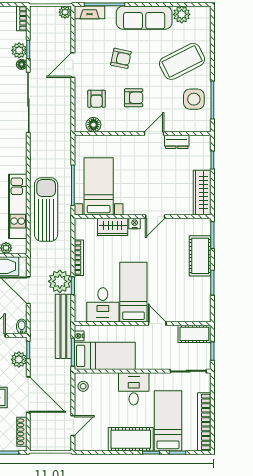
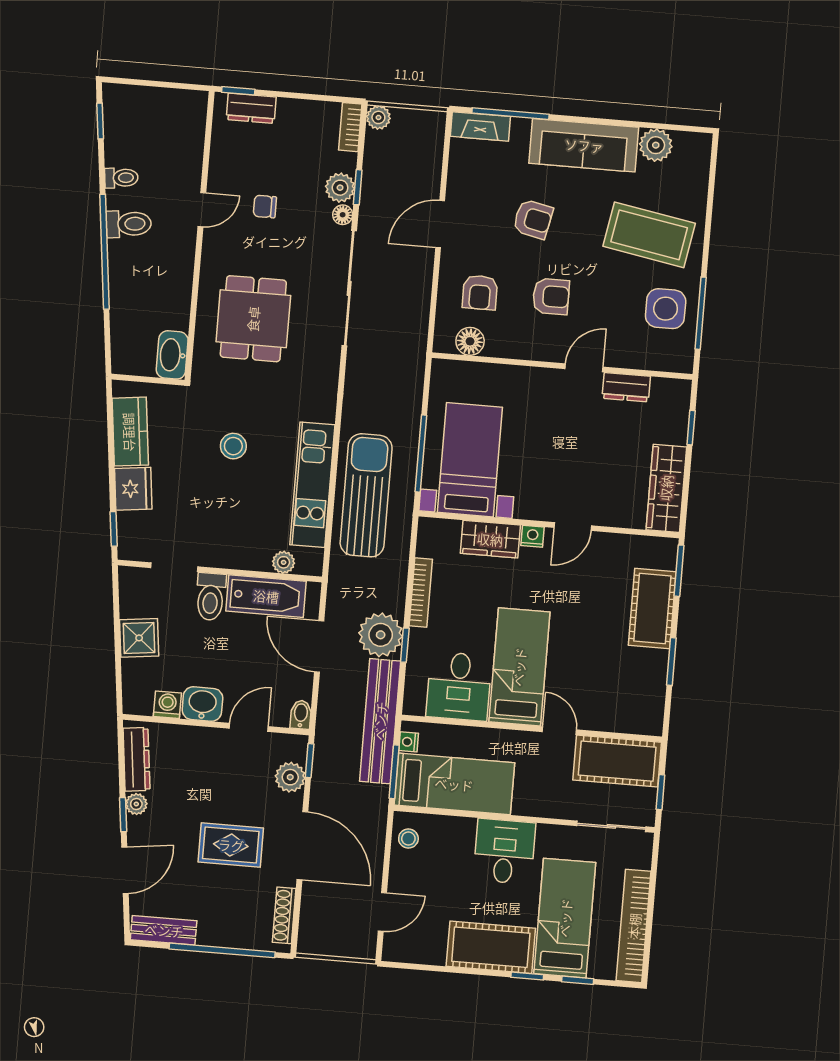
plant: (65, 12) -> (378, 117), moved
coffee table: (182, 61) -> (649, 235), turned 37
cot: (194, 334) -> (617, 761), width x1.37, depth x1.34

